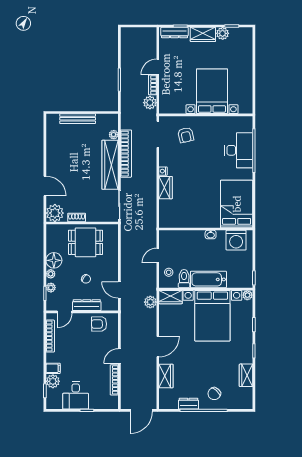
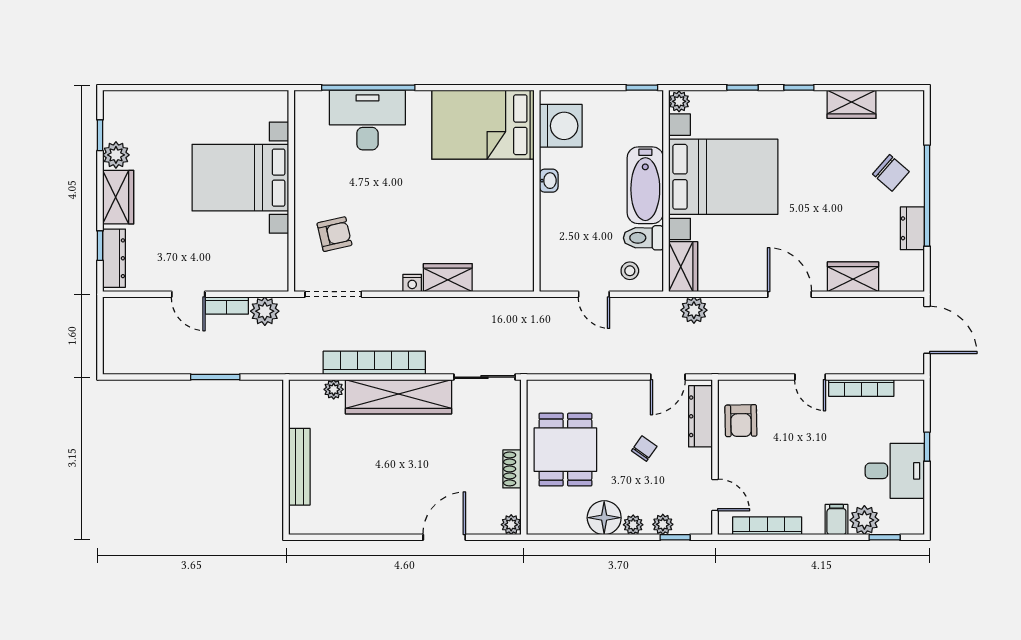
plant: (55, 213) -> (511, 525), width x0.53, depth x0.53
dresser: (87, 305) -> (700, 416), moved

